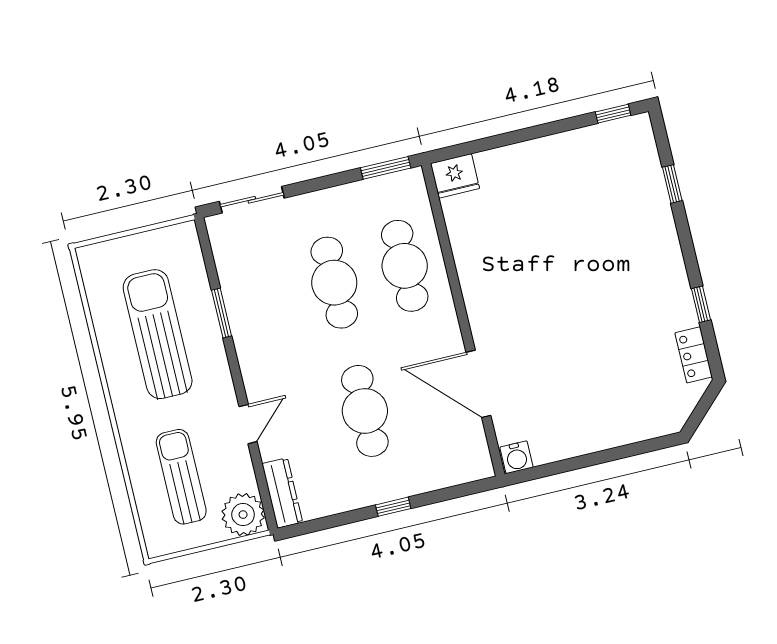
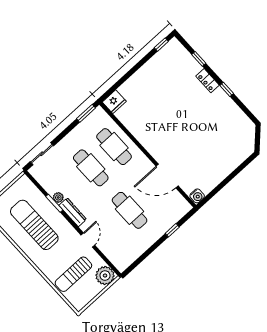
window: (701, 304) -> (227, 89), moved
plant: (236, 306) -> (58, 197), added
locker: (694, 355) -> (208, 81), moved
sun lounger: (181, 477) -> (73, 274), turned -90
dresser: (282, 493) -> (73, 212), moved
window: (393, 507) -> (172, 230), moved

